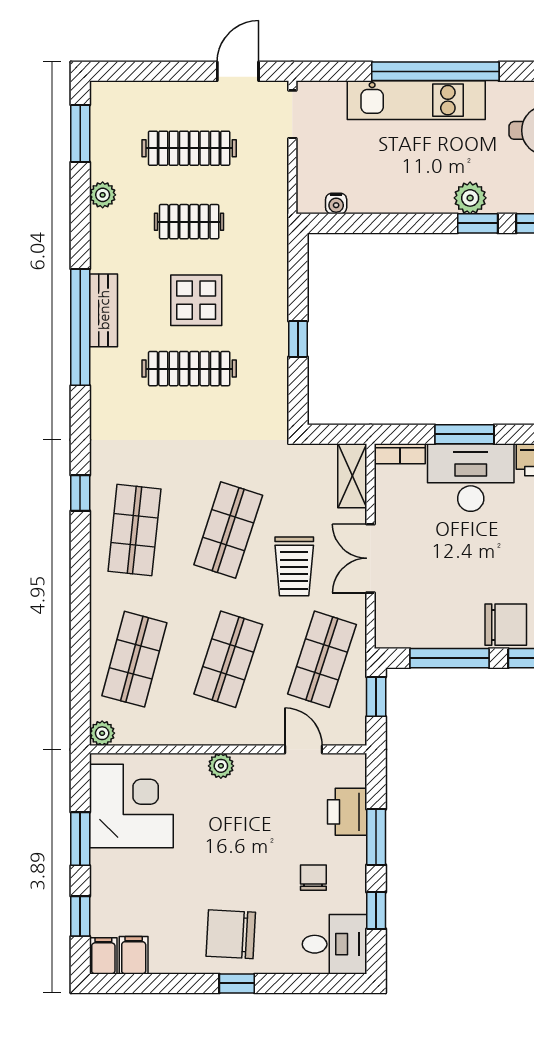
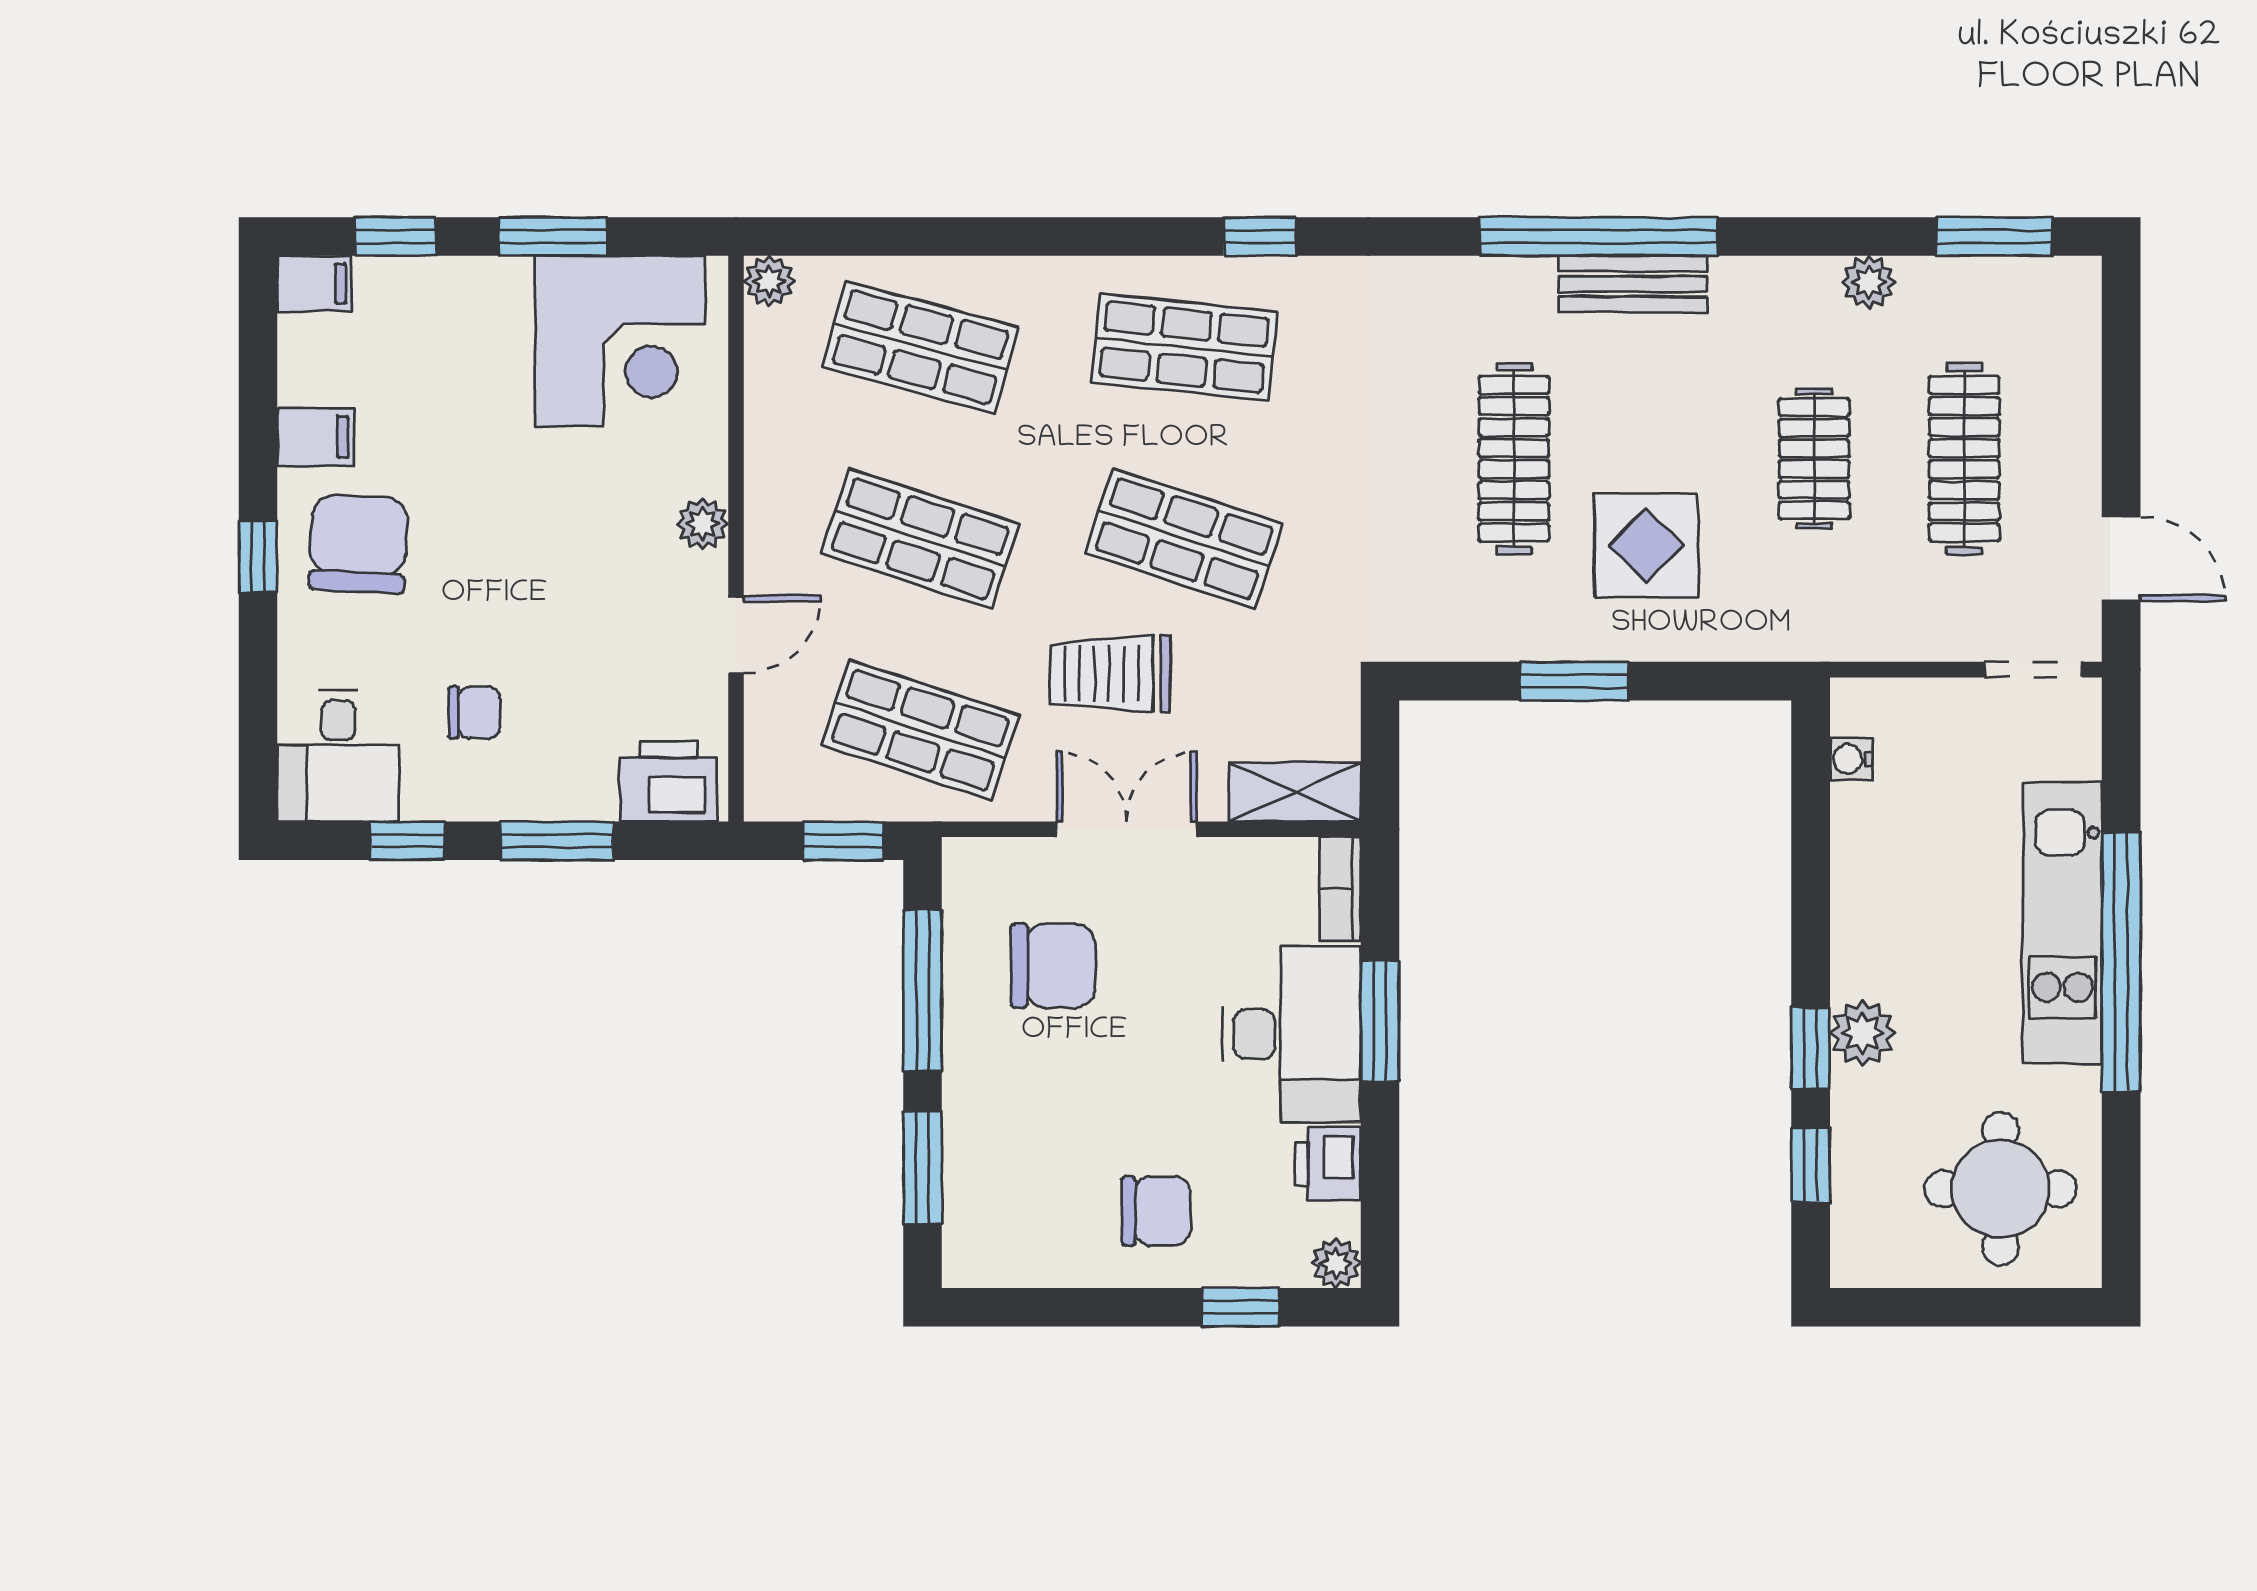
display table: (196, 300) -> (1646, 545), moved
window: (298, 339) -> (1574, 681), width x1.50
chair: (506, 625) -> (1053, 966), moved, turned -90
door: (303, 749) -> (736, 635), moved
printer: (347, 812) -> (668, 782), moved
filing cabinet: (134, 955) -> (316, 437), moved

